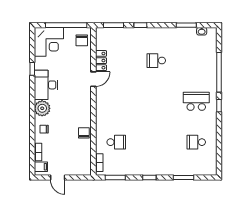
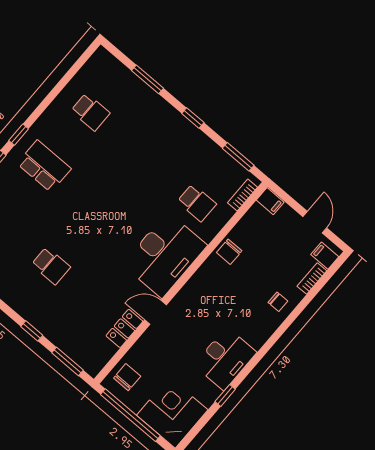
school desk: (196, 101) -> (44, 166), turned 180
plant: (42, 108) -> (257, 332), removed
desk: (111, 108) -> (165, 255), added
school desk: (116, 142) -> (197, 203), turned 180
filing cabinet: (85, 170) -> (270, 201), added

